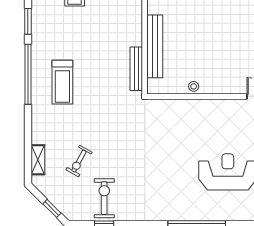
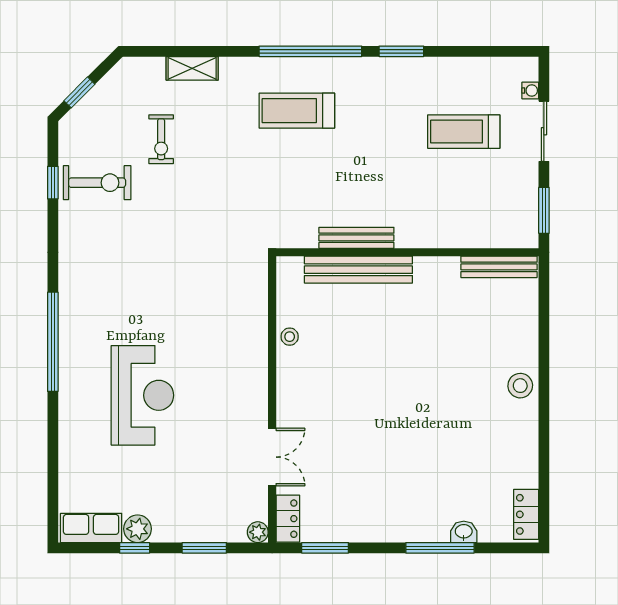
bench: (136, 69) -> (356, 238), moved
shelving: (38, 160) -> (192, 68), moved
exercise bike: (79, 161) -> (161, 139), turned -119

